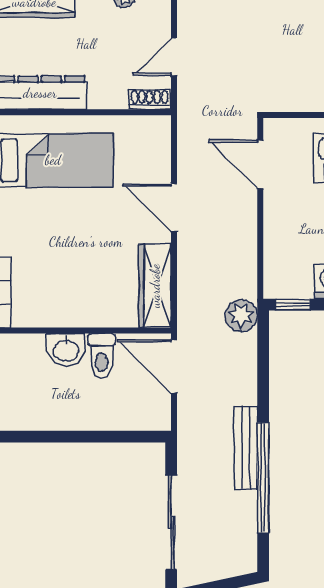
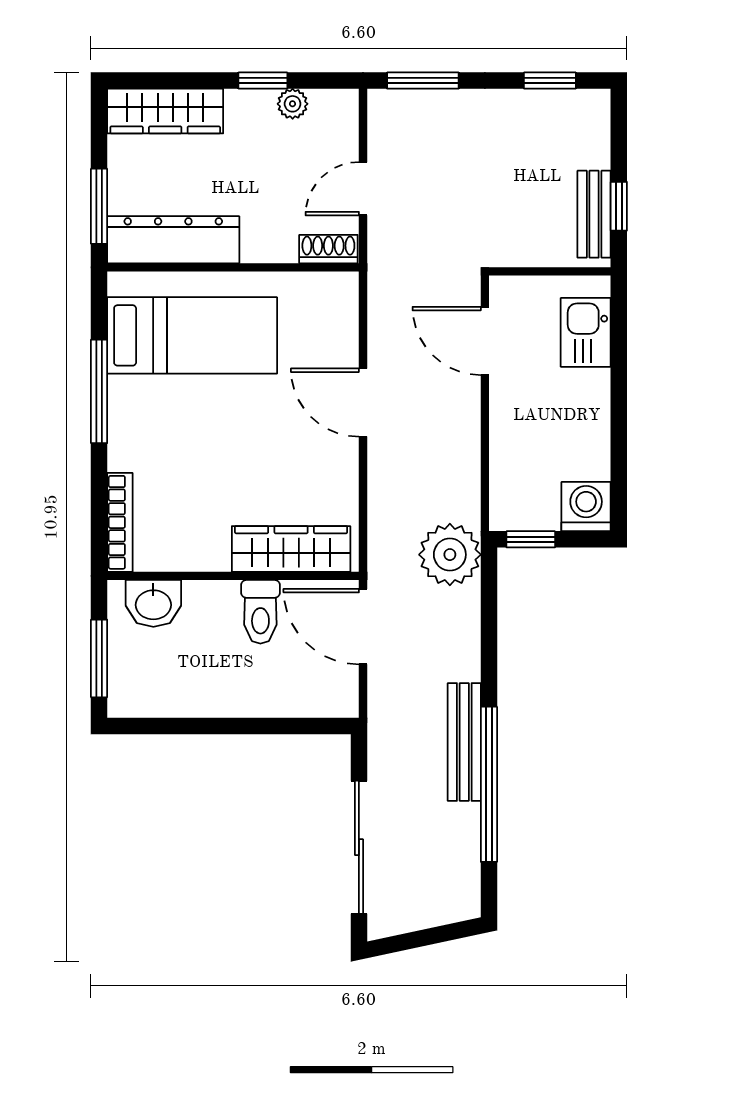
wardrobe: (155, 286) -> (291, 549), moved, turned 90
plant: (241, 315) -> (450, 555), width x1.36, depth x1.36
washbasin: (66, 350) -> (153, 603), moved

